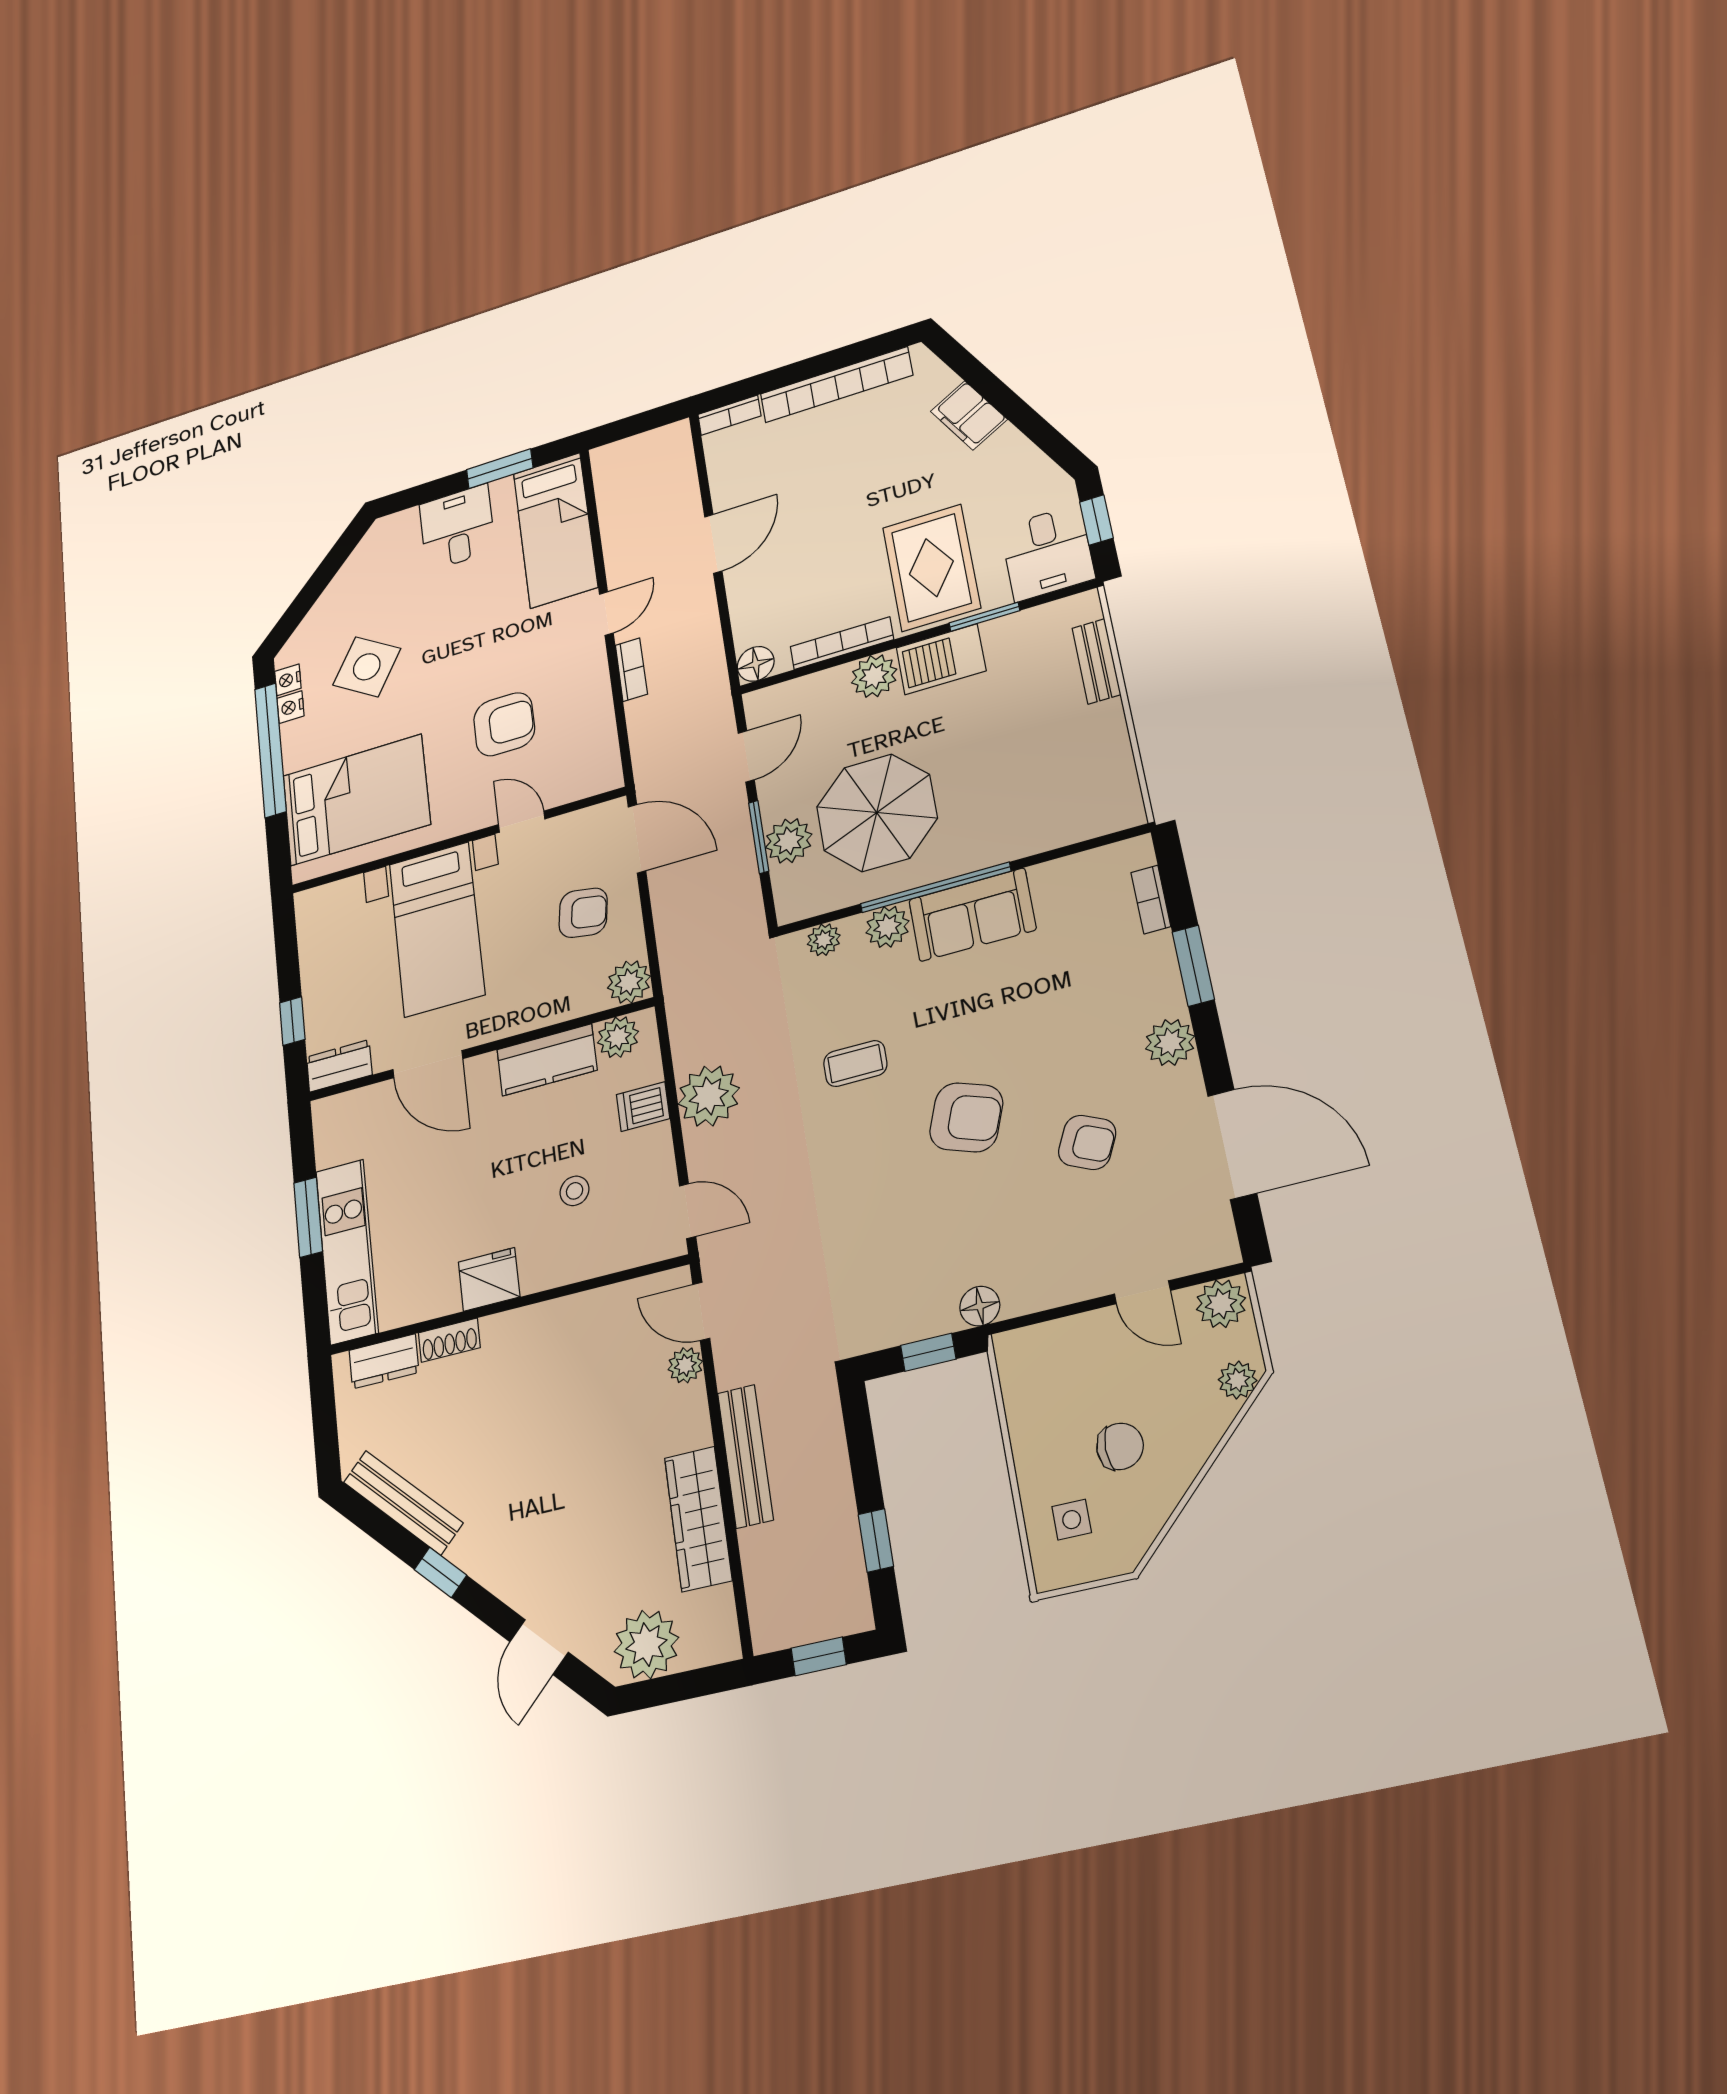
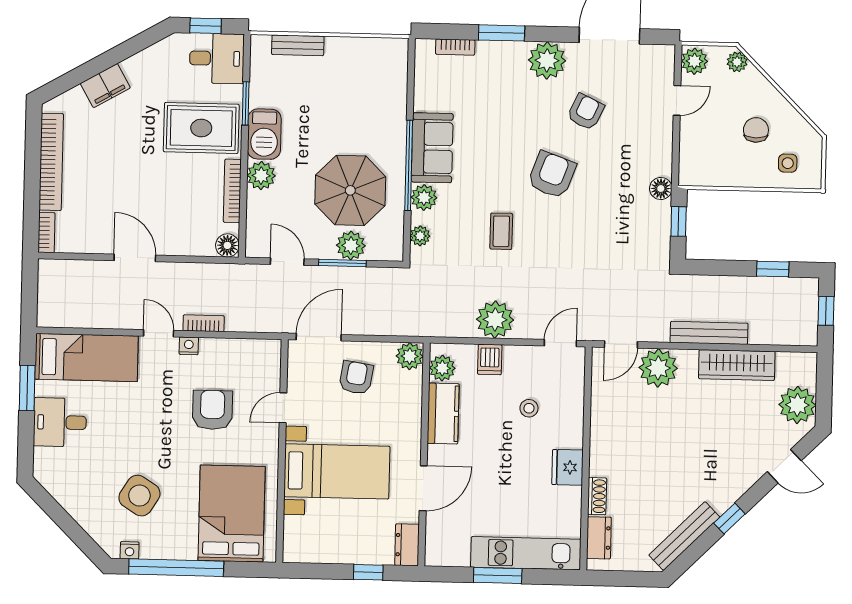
nightstand: (291, 707) -> (189, 346), moved, turned 180
plant: (1170, 1042) -> (547, 60), width x1.36, depth x1.36
plant: (685, 1365) -> (658, 368), width x1.88, depth x1.88

